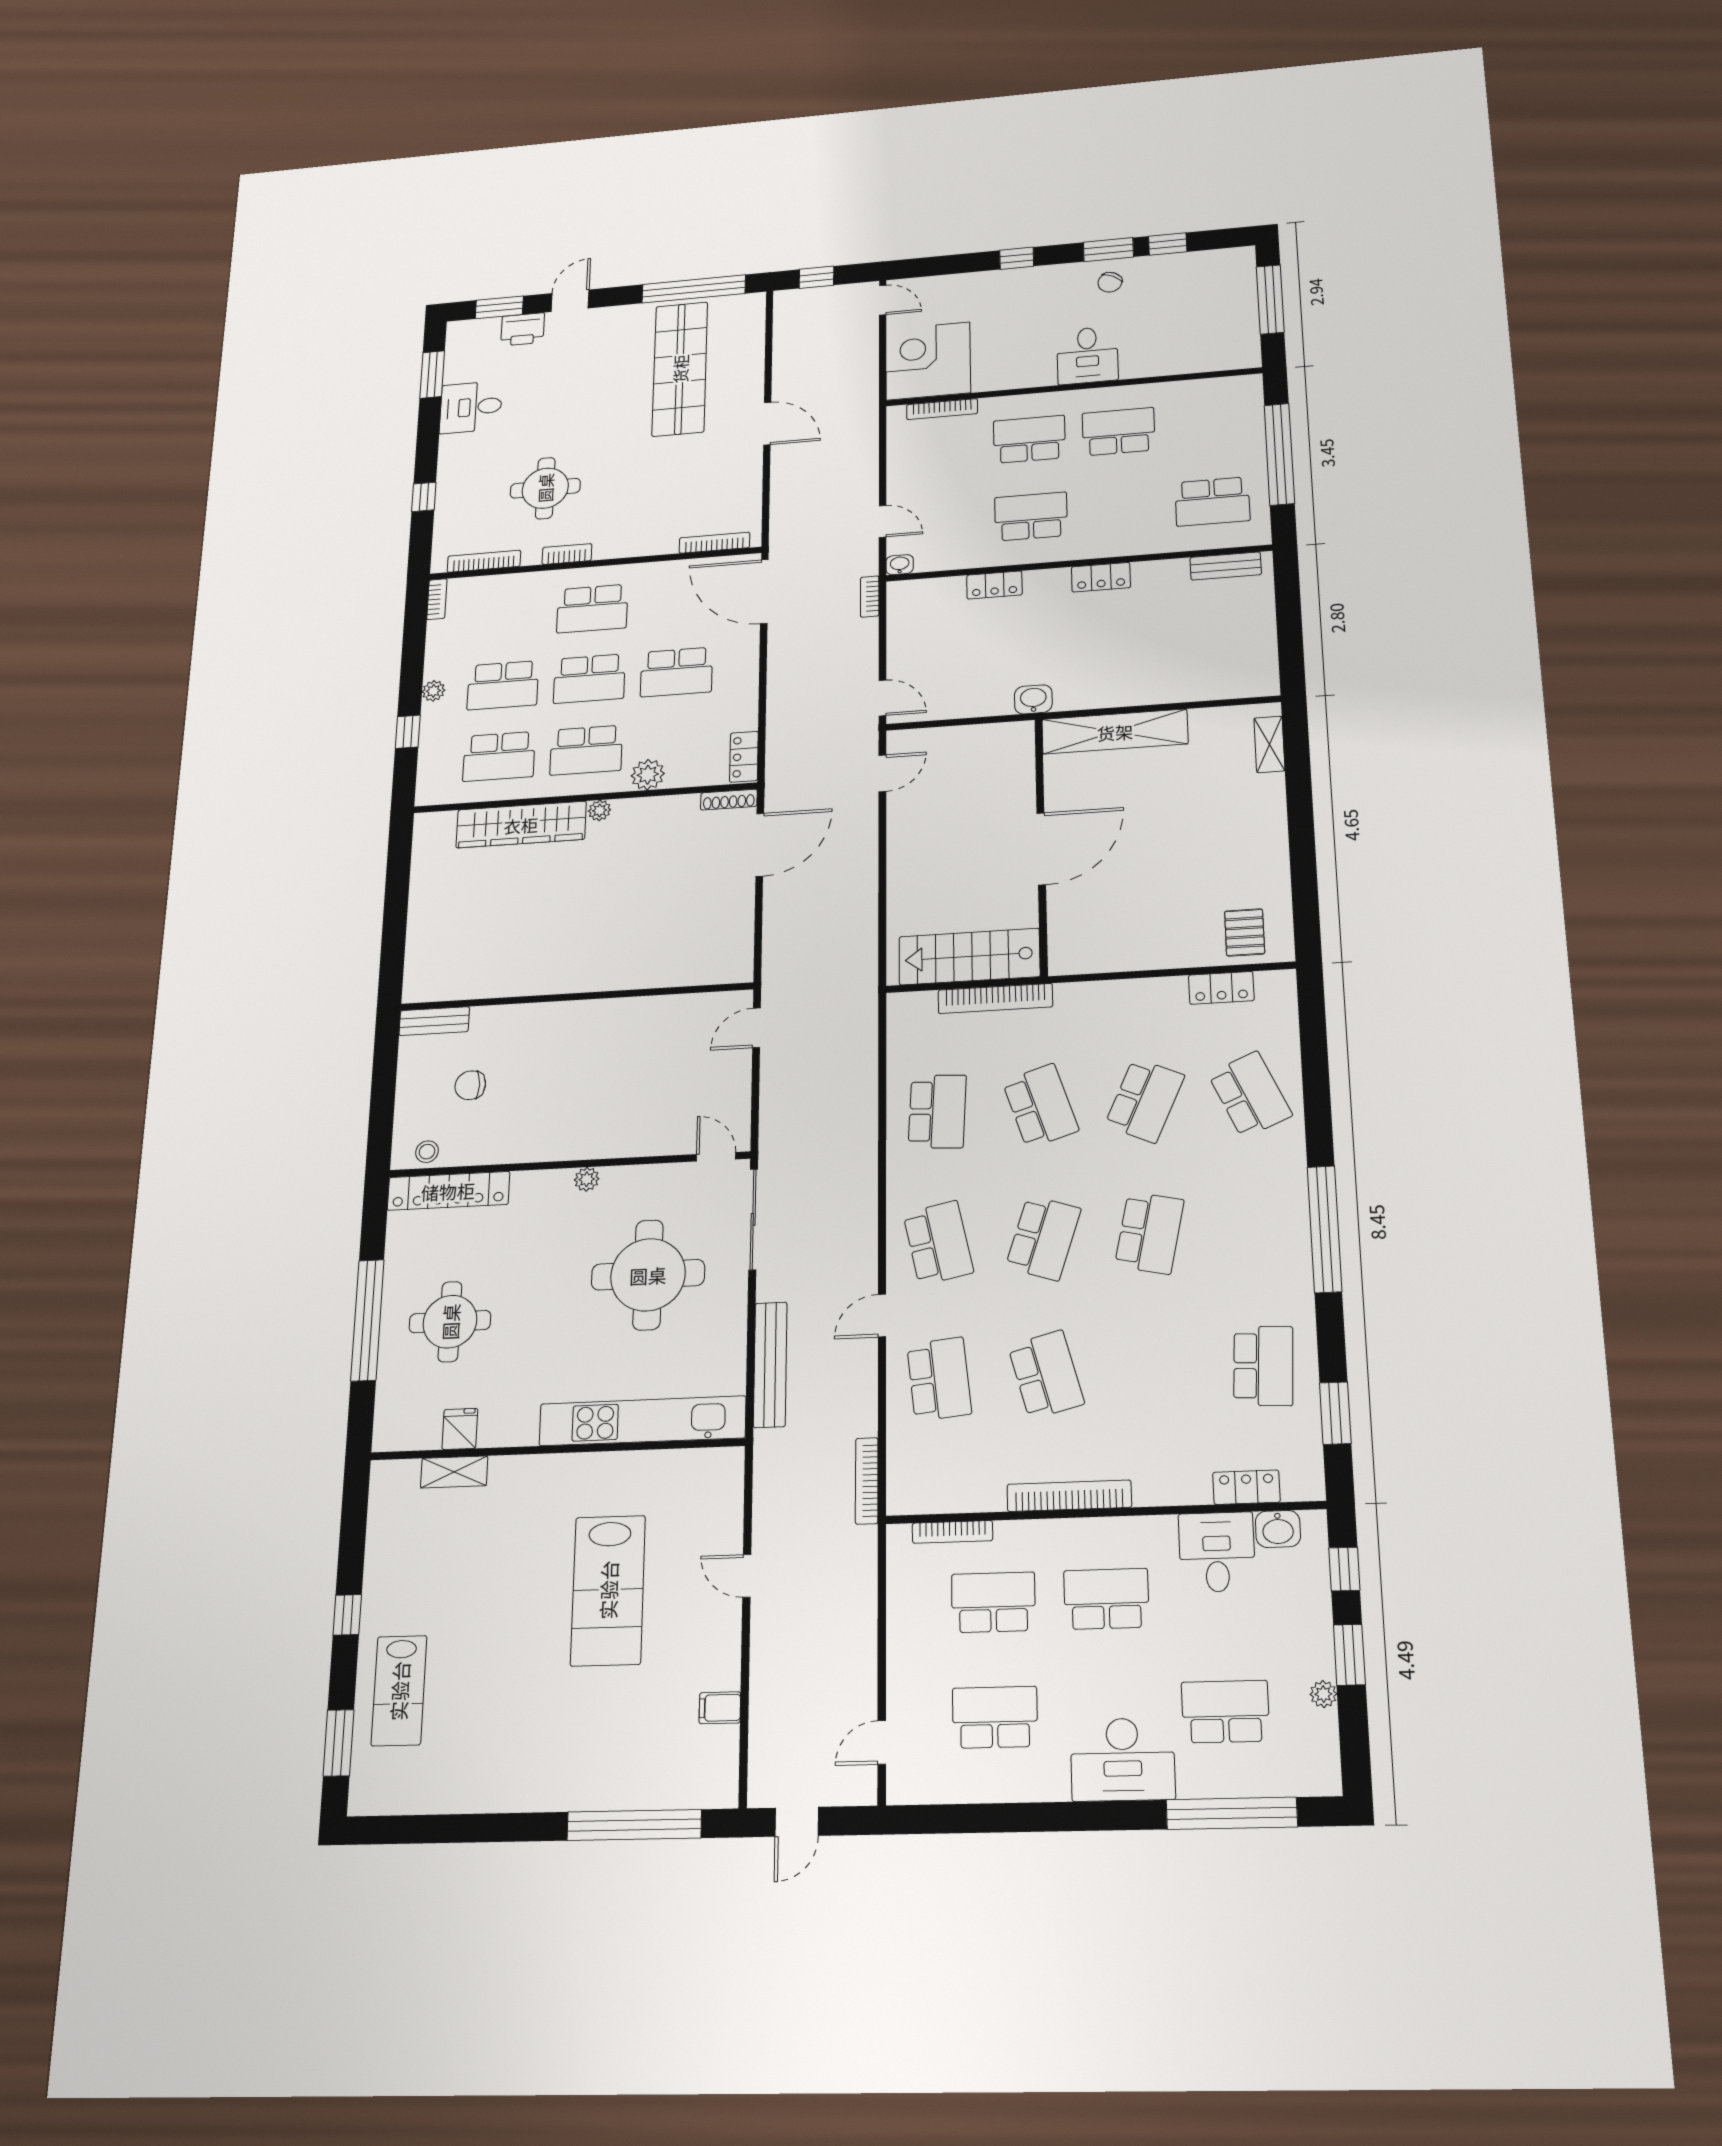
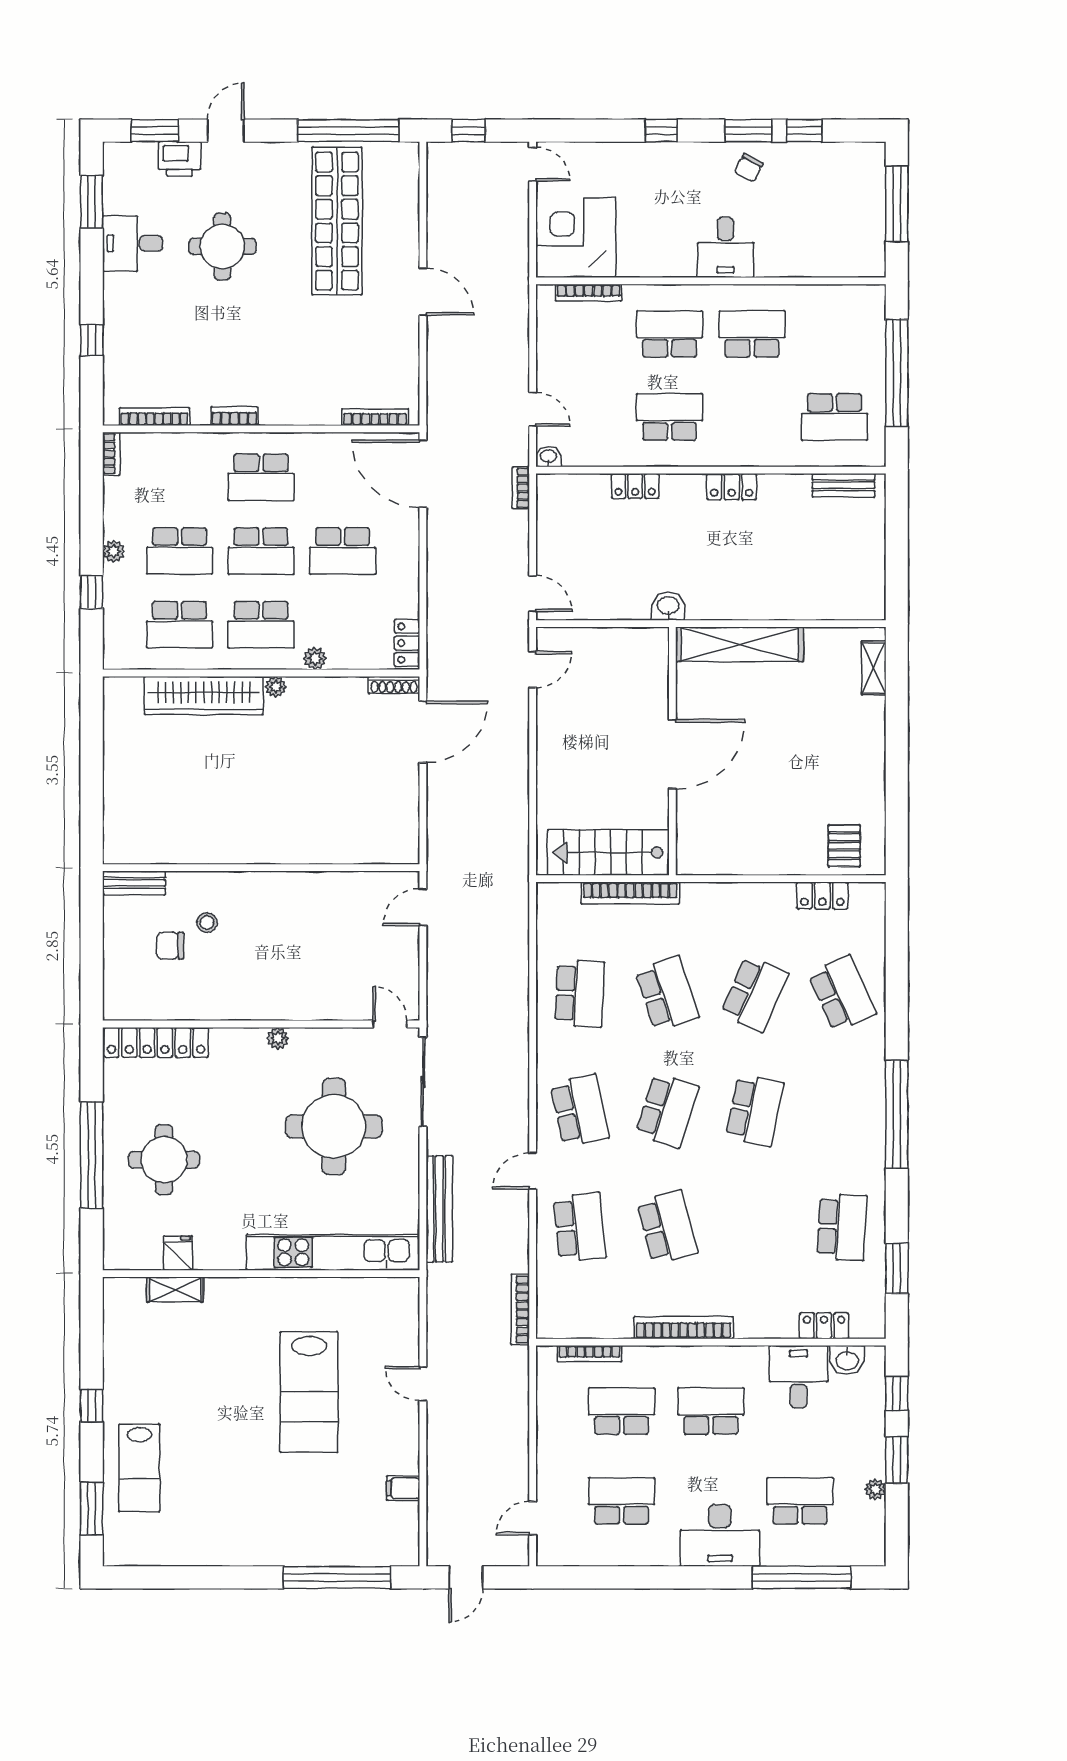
round table: (545, 488) -> (222, 246), moved
plant: (648, 775) -> (315, 658), width x0.73, depth x0.73
stool: (427, 1152) -> (207, 923), moved

